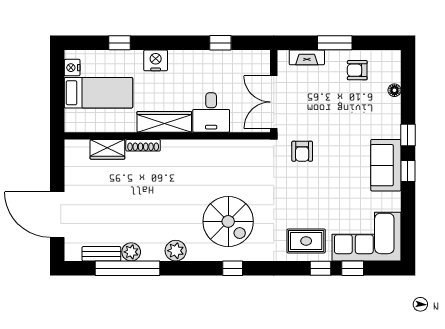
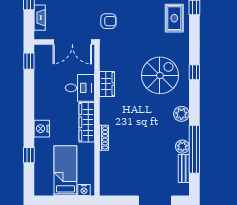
window: (220, 43) -> (29, 61), moved
nightstand: (72, 68) -> (84, 190), moved
wardrobe: (107, 149) -> (107, 84), moved

